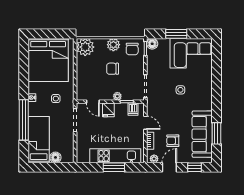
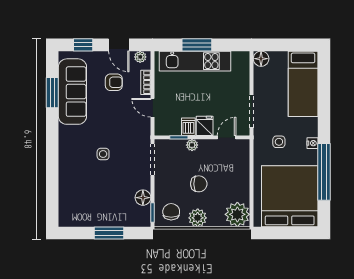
floor lamp: (152, 44) -> (143, 198), moved
corner sofa: (191, 53) -> (88, 206), removed
door: (93, 102) -> (227, 137), hinge flipped
dishwasher: (133, 109) -> (188, 127), moved
window: (24, 120) -> (324, 172), moved
floor lamp: (55, 157) -> (261, 59), moved
door: (169, 167) -> (119, 45), hinge flipped

